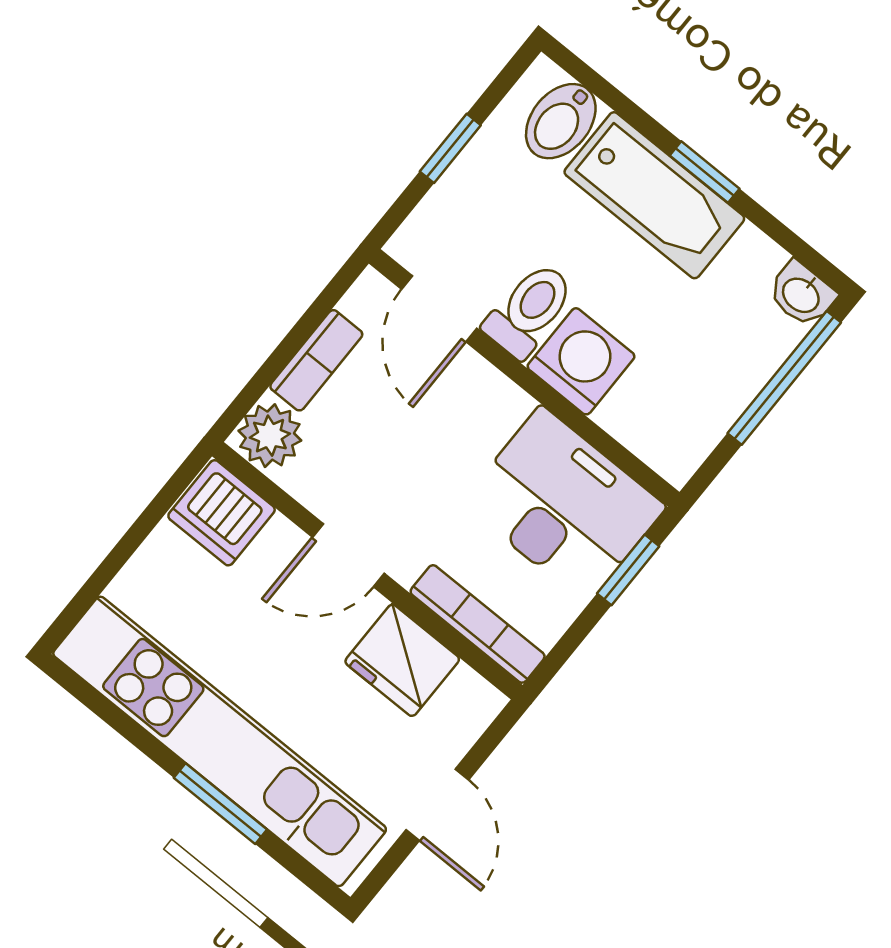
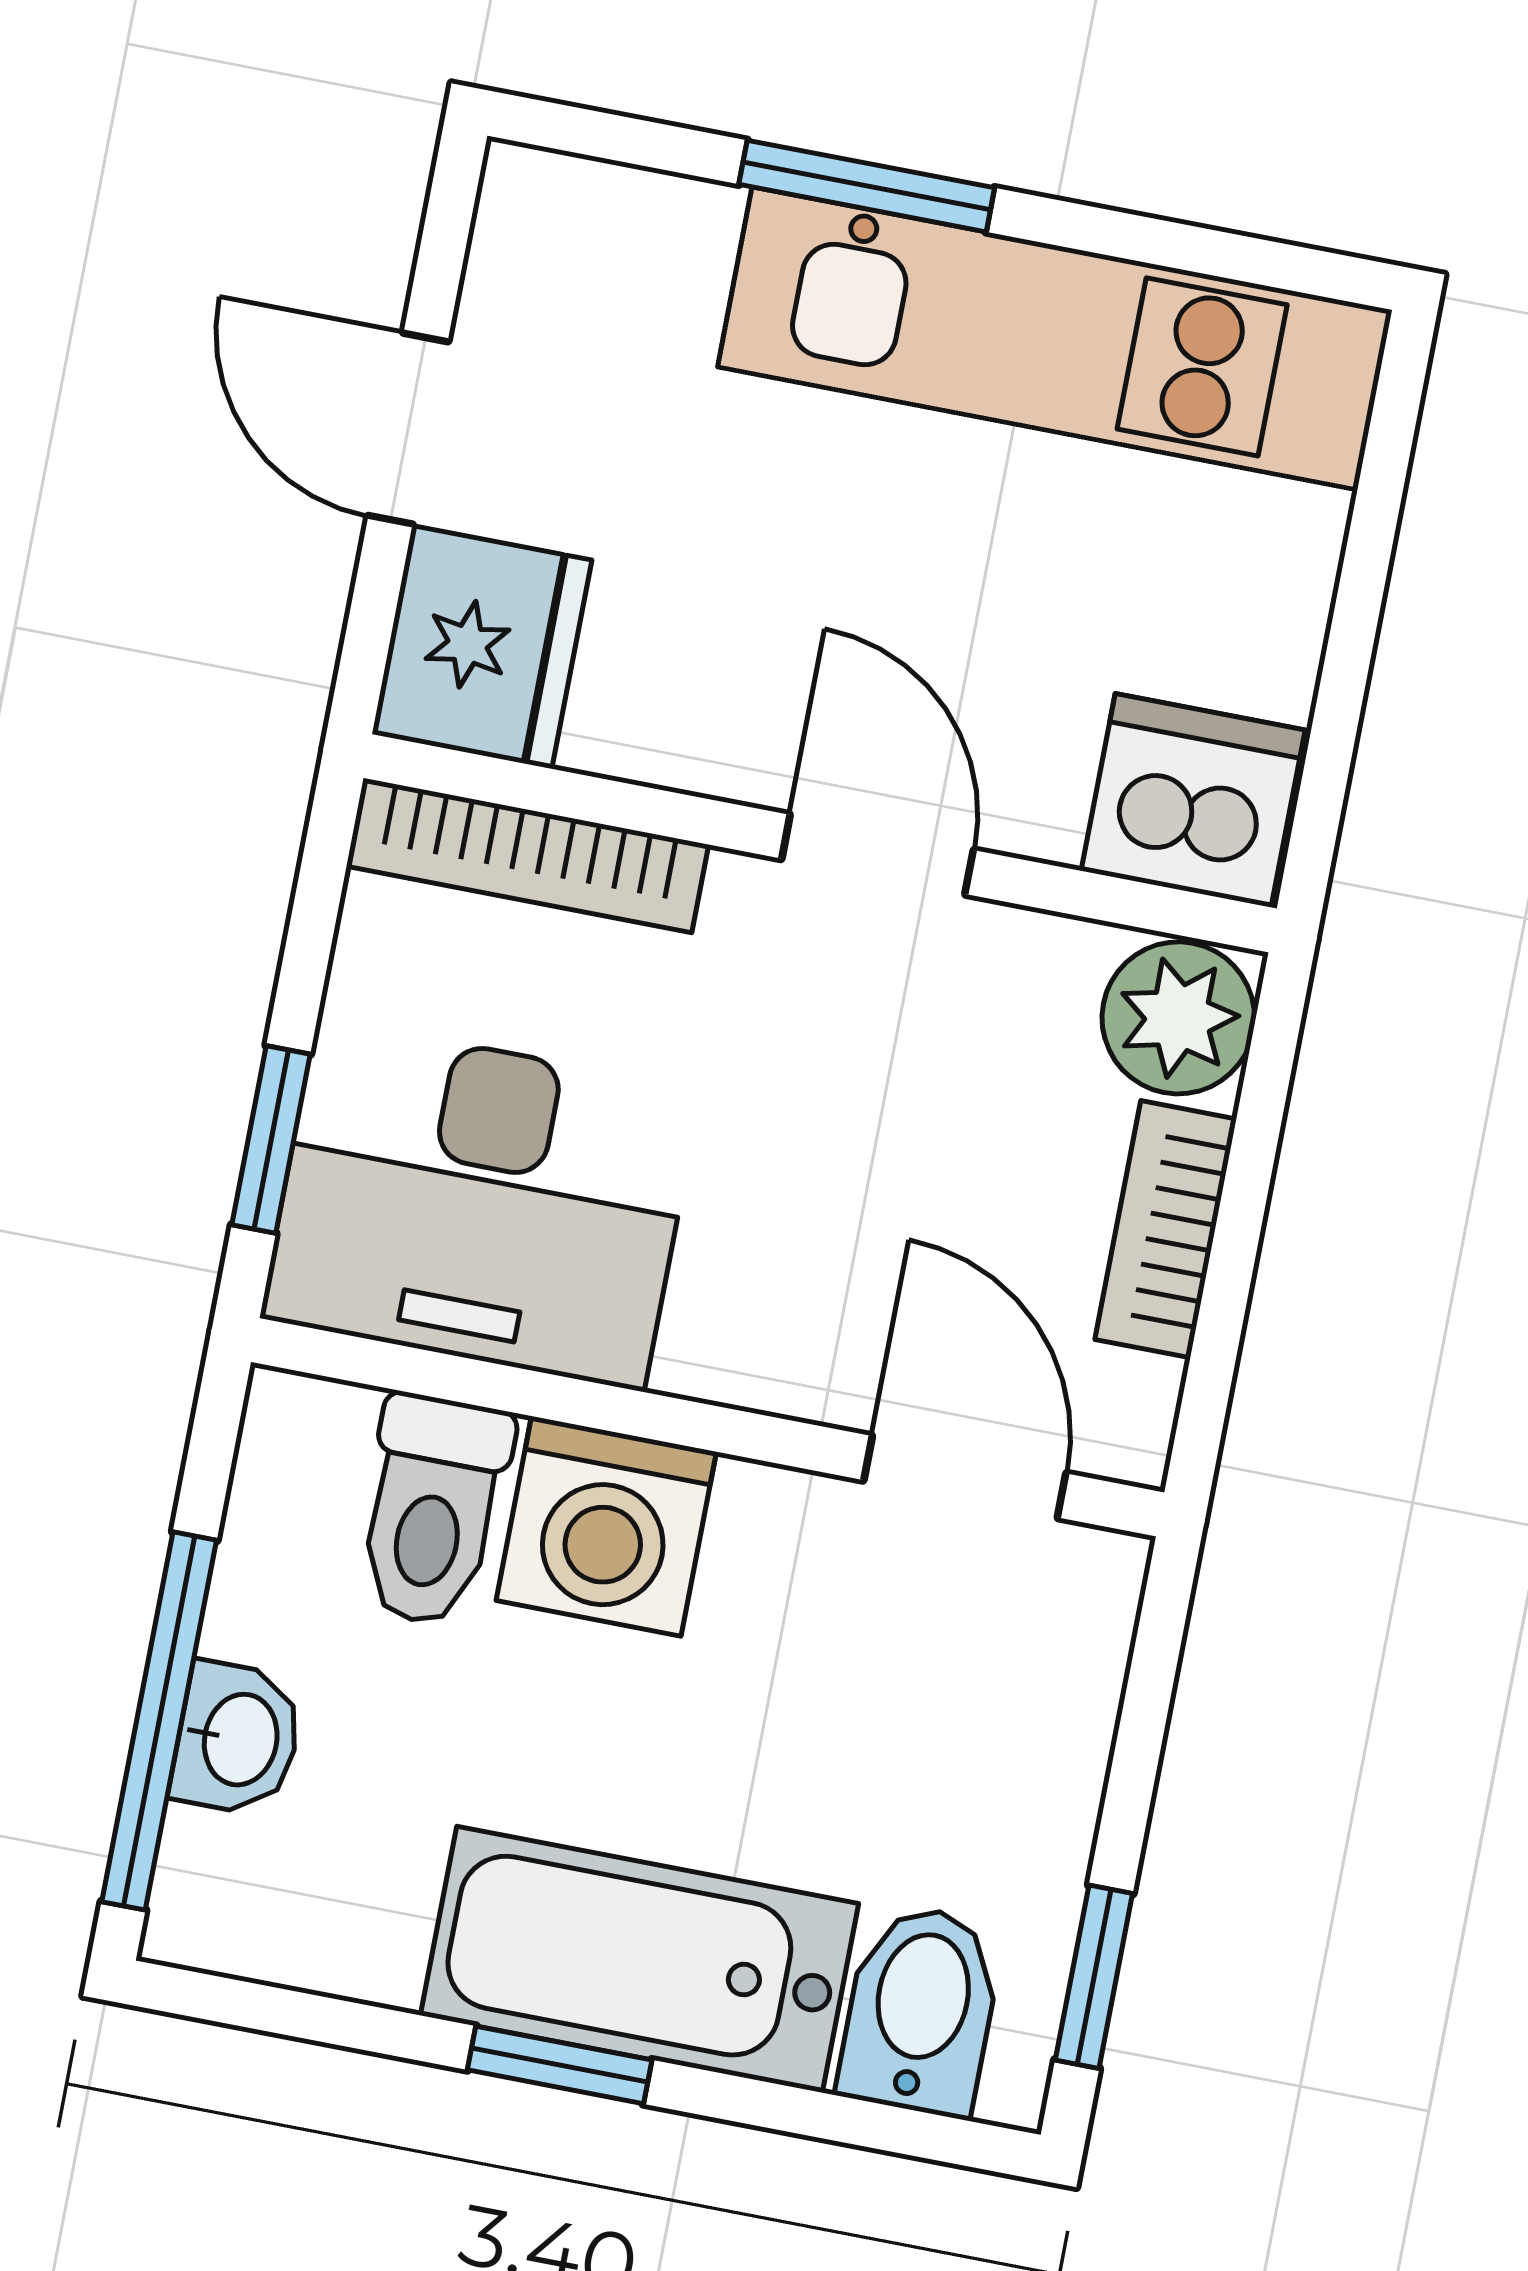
window: (450, 148) -> (1094, 1977), moved
washbasin: (802, 294) -> (237, 1739), moved, turned 90
toilet: (529, 310) -> (433, 1510), moved
door: (348, 555) -> (878, 854), hinge flipped
fridge: (402, 660) -> (482, 647), moved, turned 90
kitchen unit: (220, 741) -> (1055, 339), width x0.73

